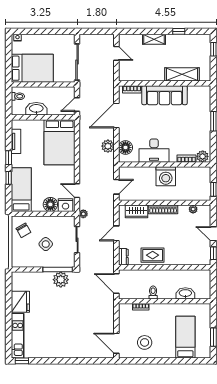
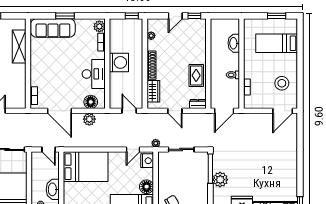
sofa: (164, 95) -> (53, 28), moved, turned 90
floor lamp: (50, 204) -> (147, 187), moved
side table: (46, 244) -> (185, 180), removed
plant: (61, 280) -> (220, 180), moved

